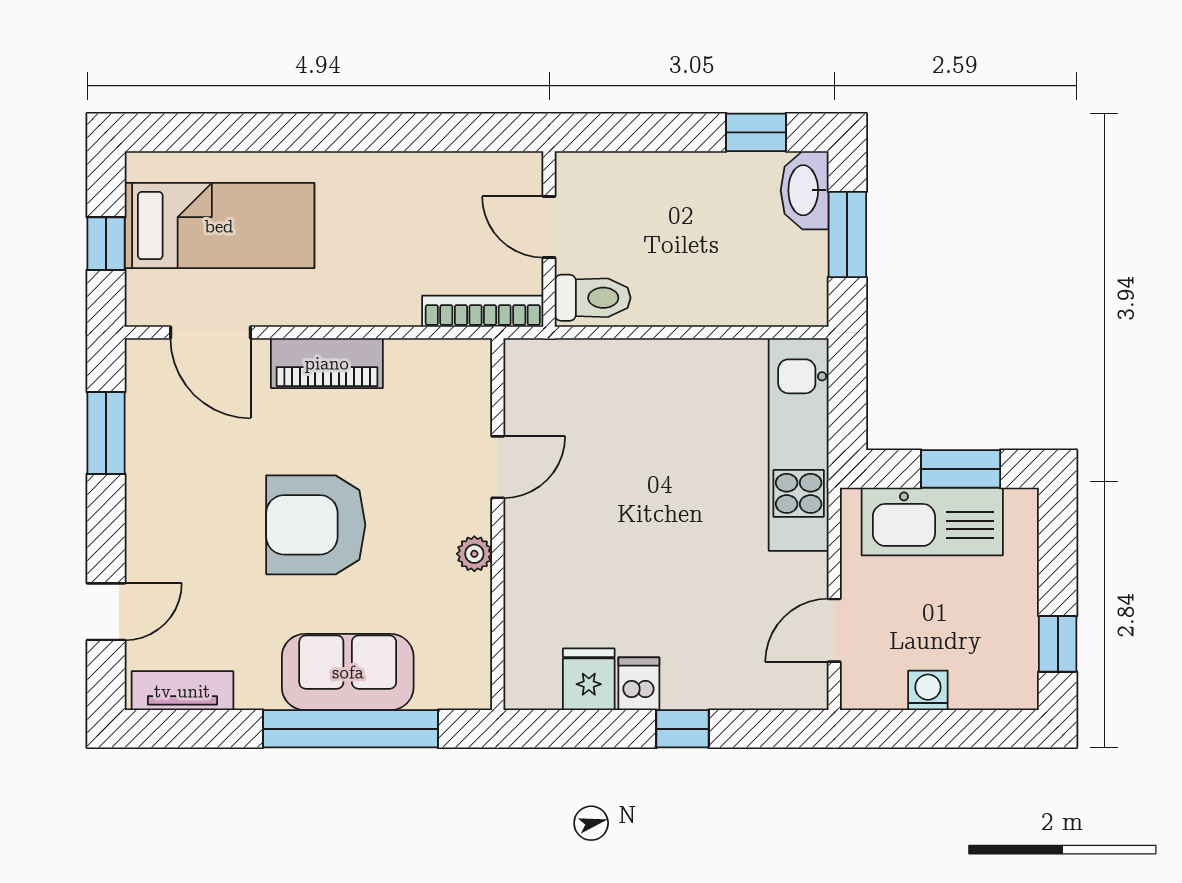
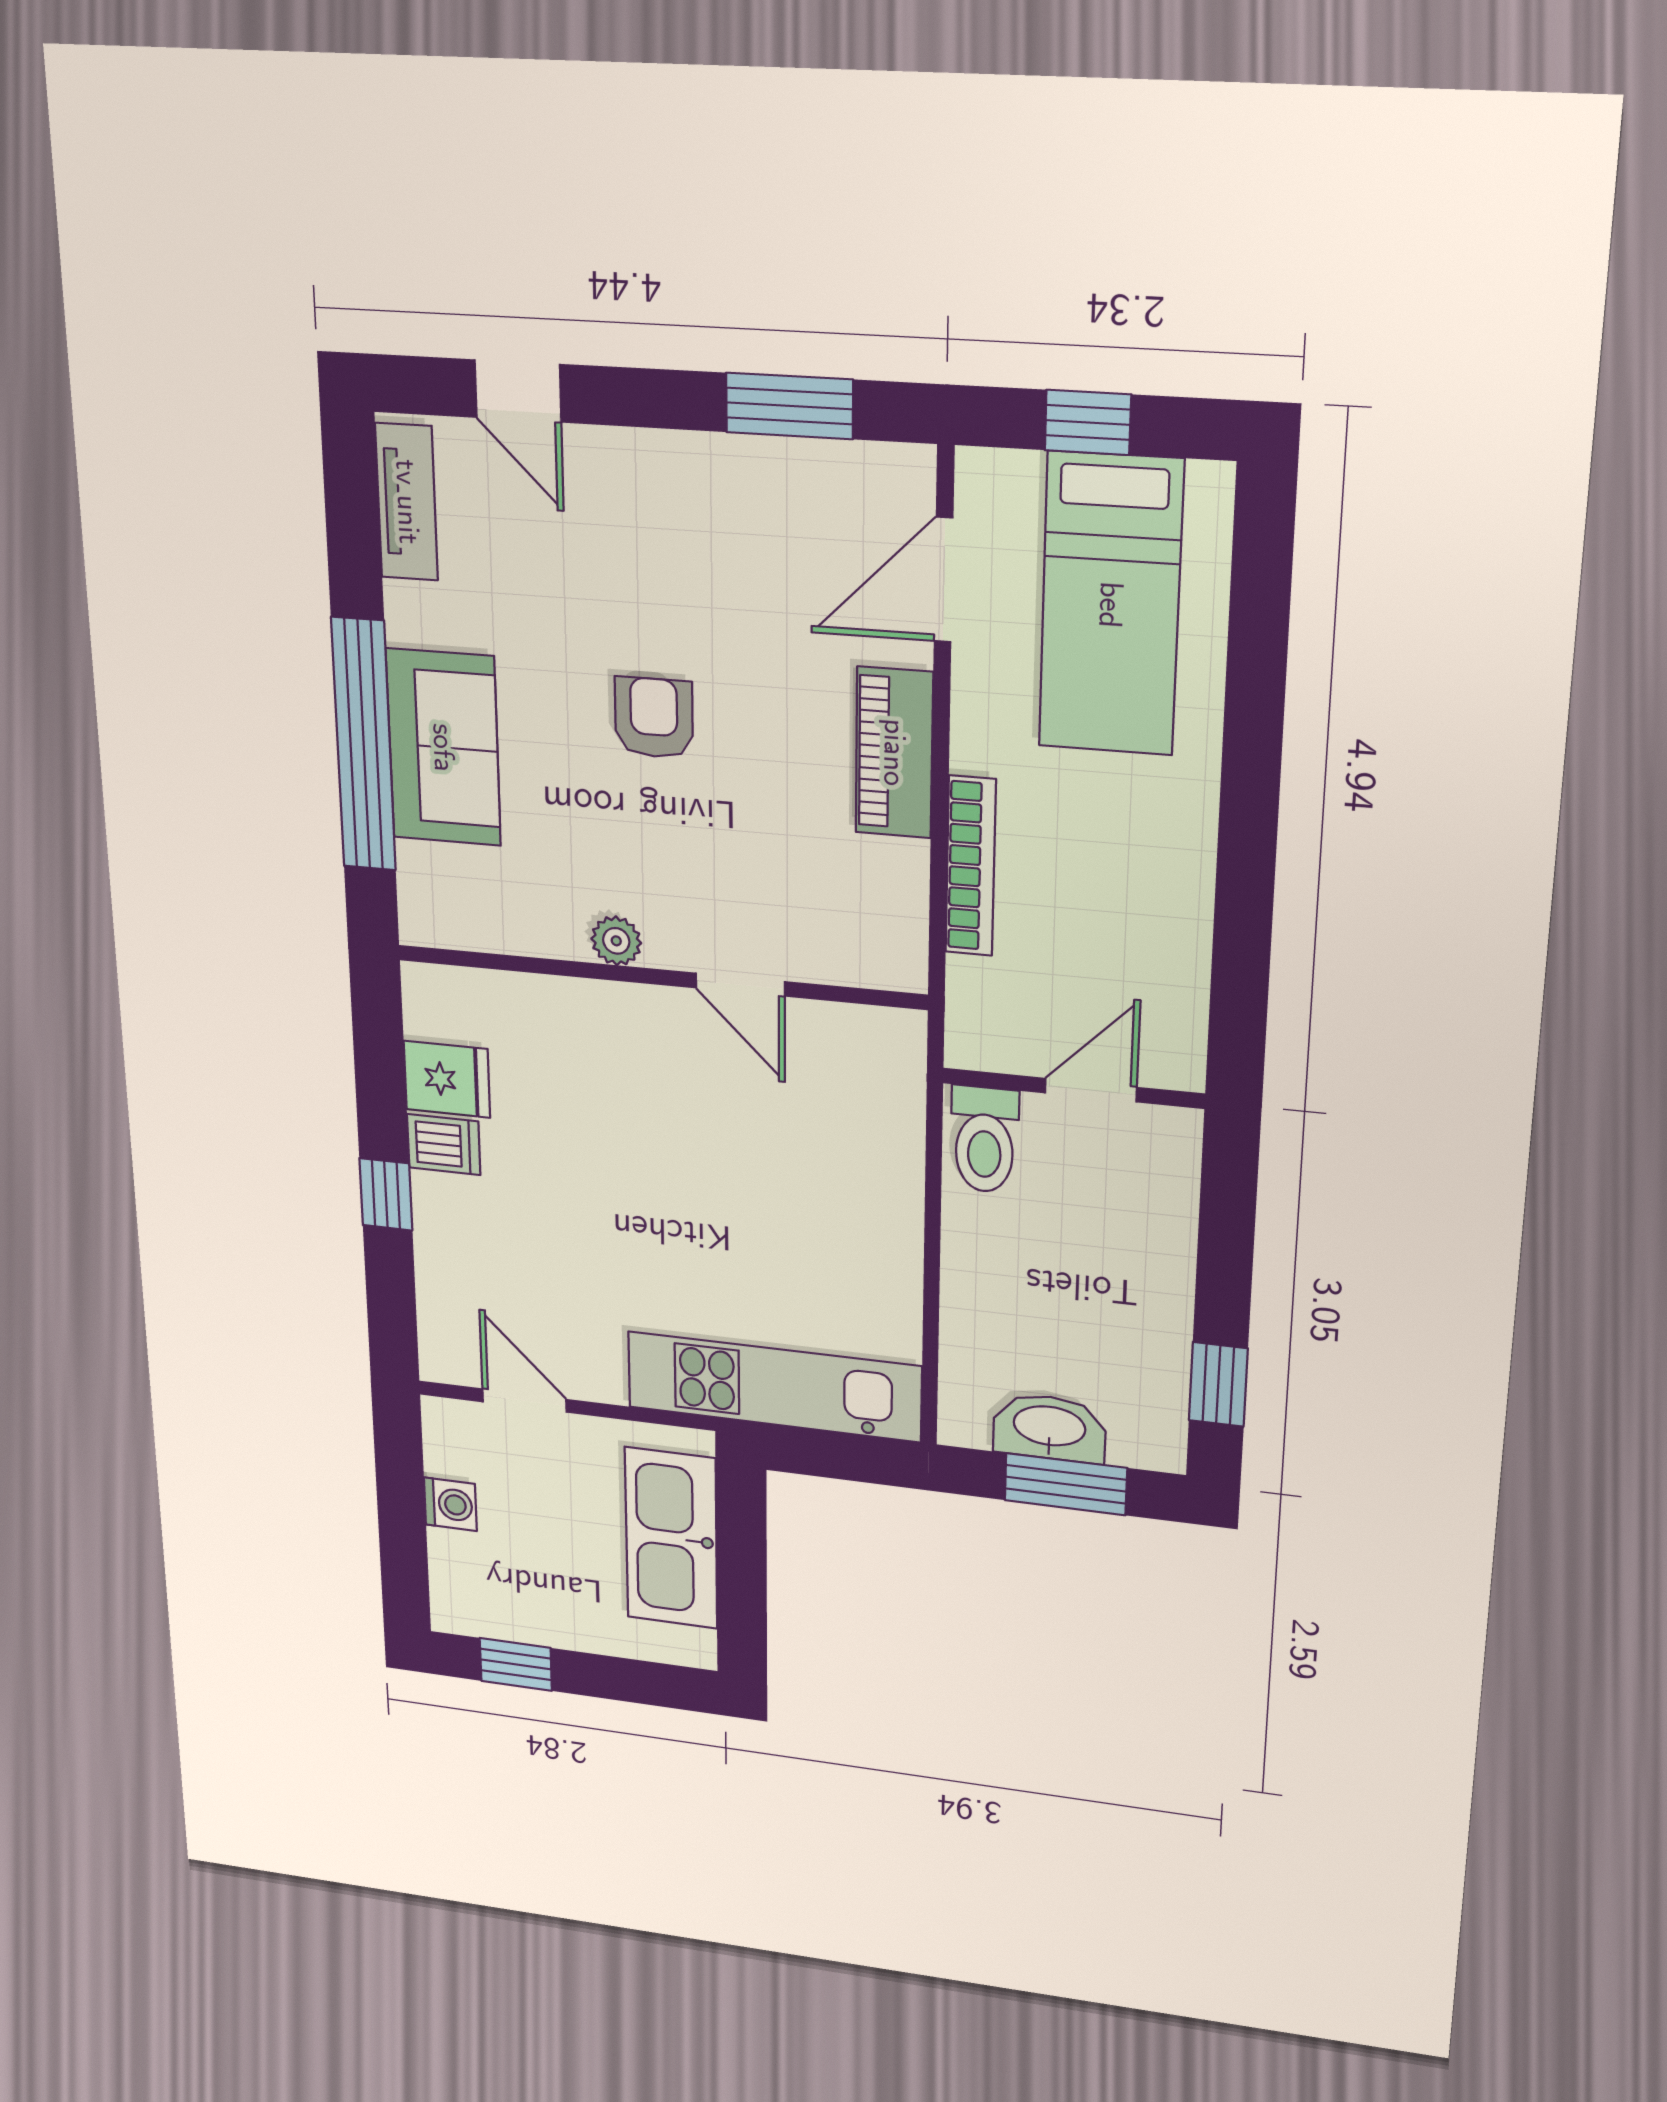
washbasin: (805, 190) -> (1049, 1428), moved
bookcase: (483, 311) -> (970, 866), moved
window: (961, 469) -> (742, 1582), removed
armchair: (316, 525) -> (654, 718), width x0.53, depth x0.53

